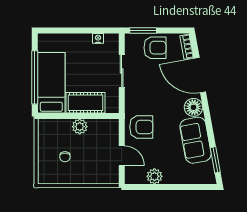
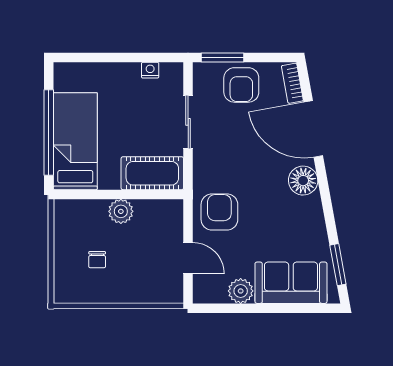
armchair: (155, 48) -> (241, 85), turned 90
cot: (85, 103) -> (152, 173), moved
armchair: (141, 127) -> (219, 212), turned -90
sofa: (196, 140) -> (291, 283), moved, turned 100

